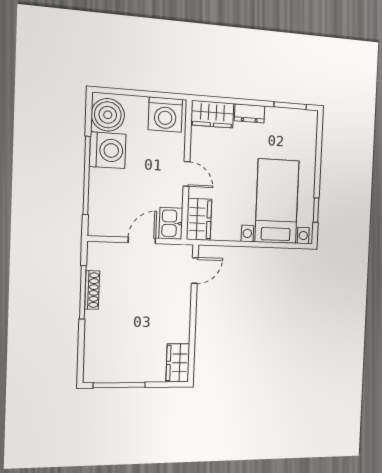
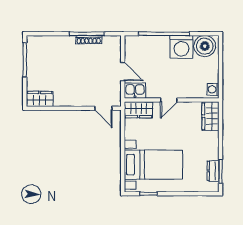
dresser: (250, 113) -> (213, 171), moved
washing machine: (165, 115) -> (213, 89), width x0.53, depth x0.53

